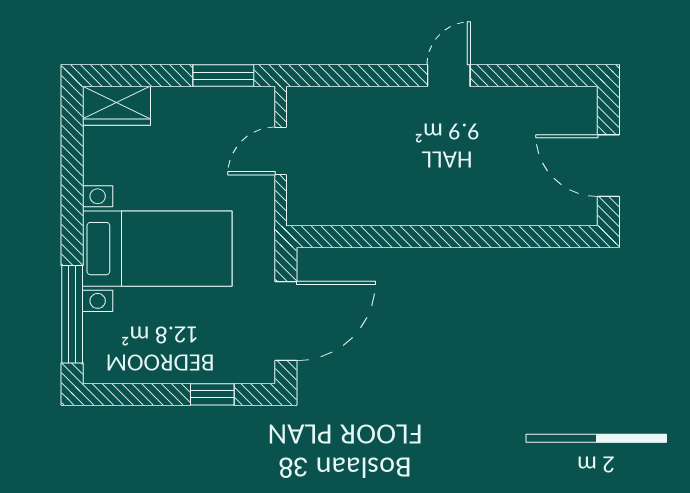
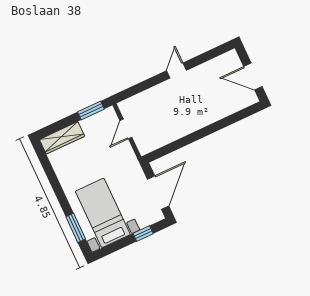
wardrobe: (117, 106) -> (62, 138), width x1.50
bed with nightstands: (157, 249) -> (103, 213), moved, turned -90
window: (72, 314) -> (76, 228), width x0.69

